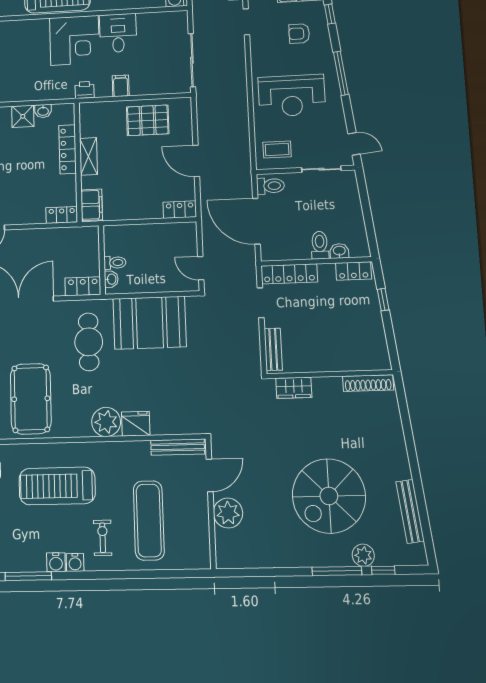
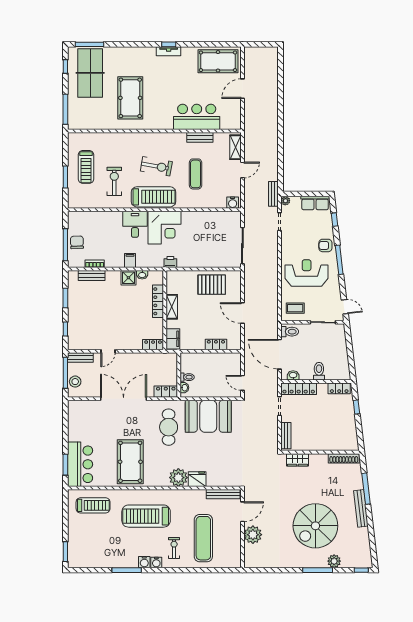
desk: (118, 33) -> (135, 224), moved
armchair: (299, 34) -> (325, 245), moved
filing cabinet: (121, 86) -> (130, 260), moved
reception desk: (292, 96) -> (307, 273), turned 180
locker: (180, 210) -> (216, 344), moved
washbasin: (339, 251) -> (293, 375), moved
window: (408, 432) -> (366, 489), added
bench: (410, 511) -> (361, 508), moved
window: (383, 570) -> (361, 570), moved

